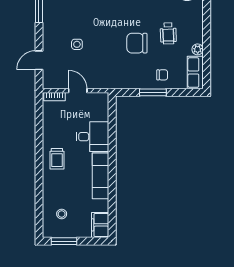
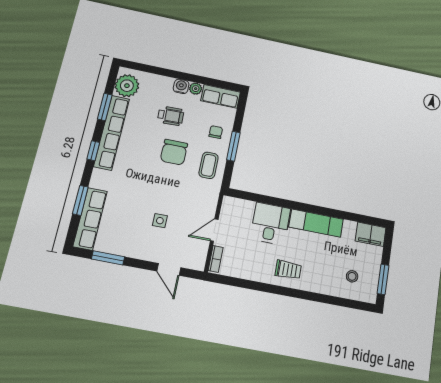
water cooler: (197, 36) -> (181, 86), added
coffee table: (132, 75) -> (209, 165), added

